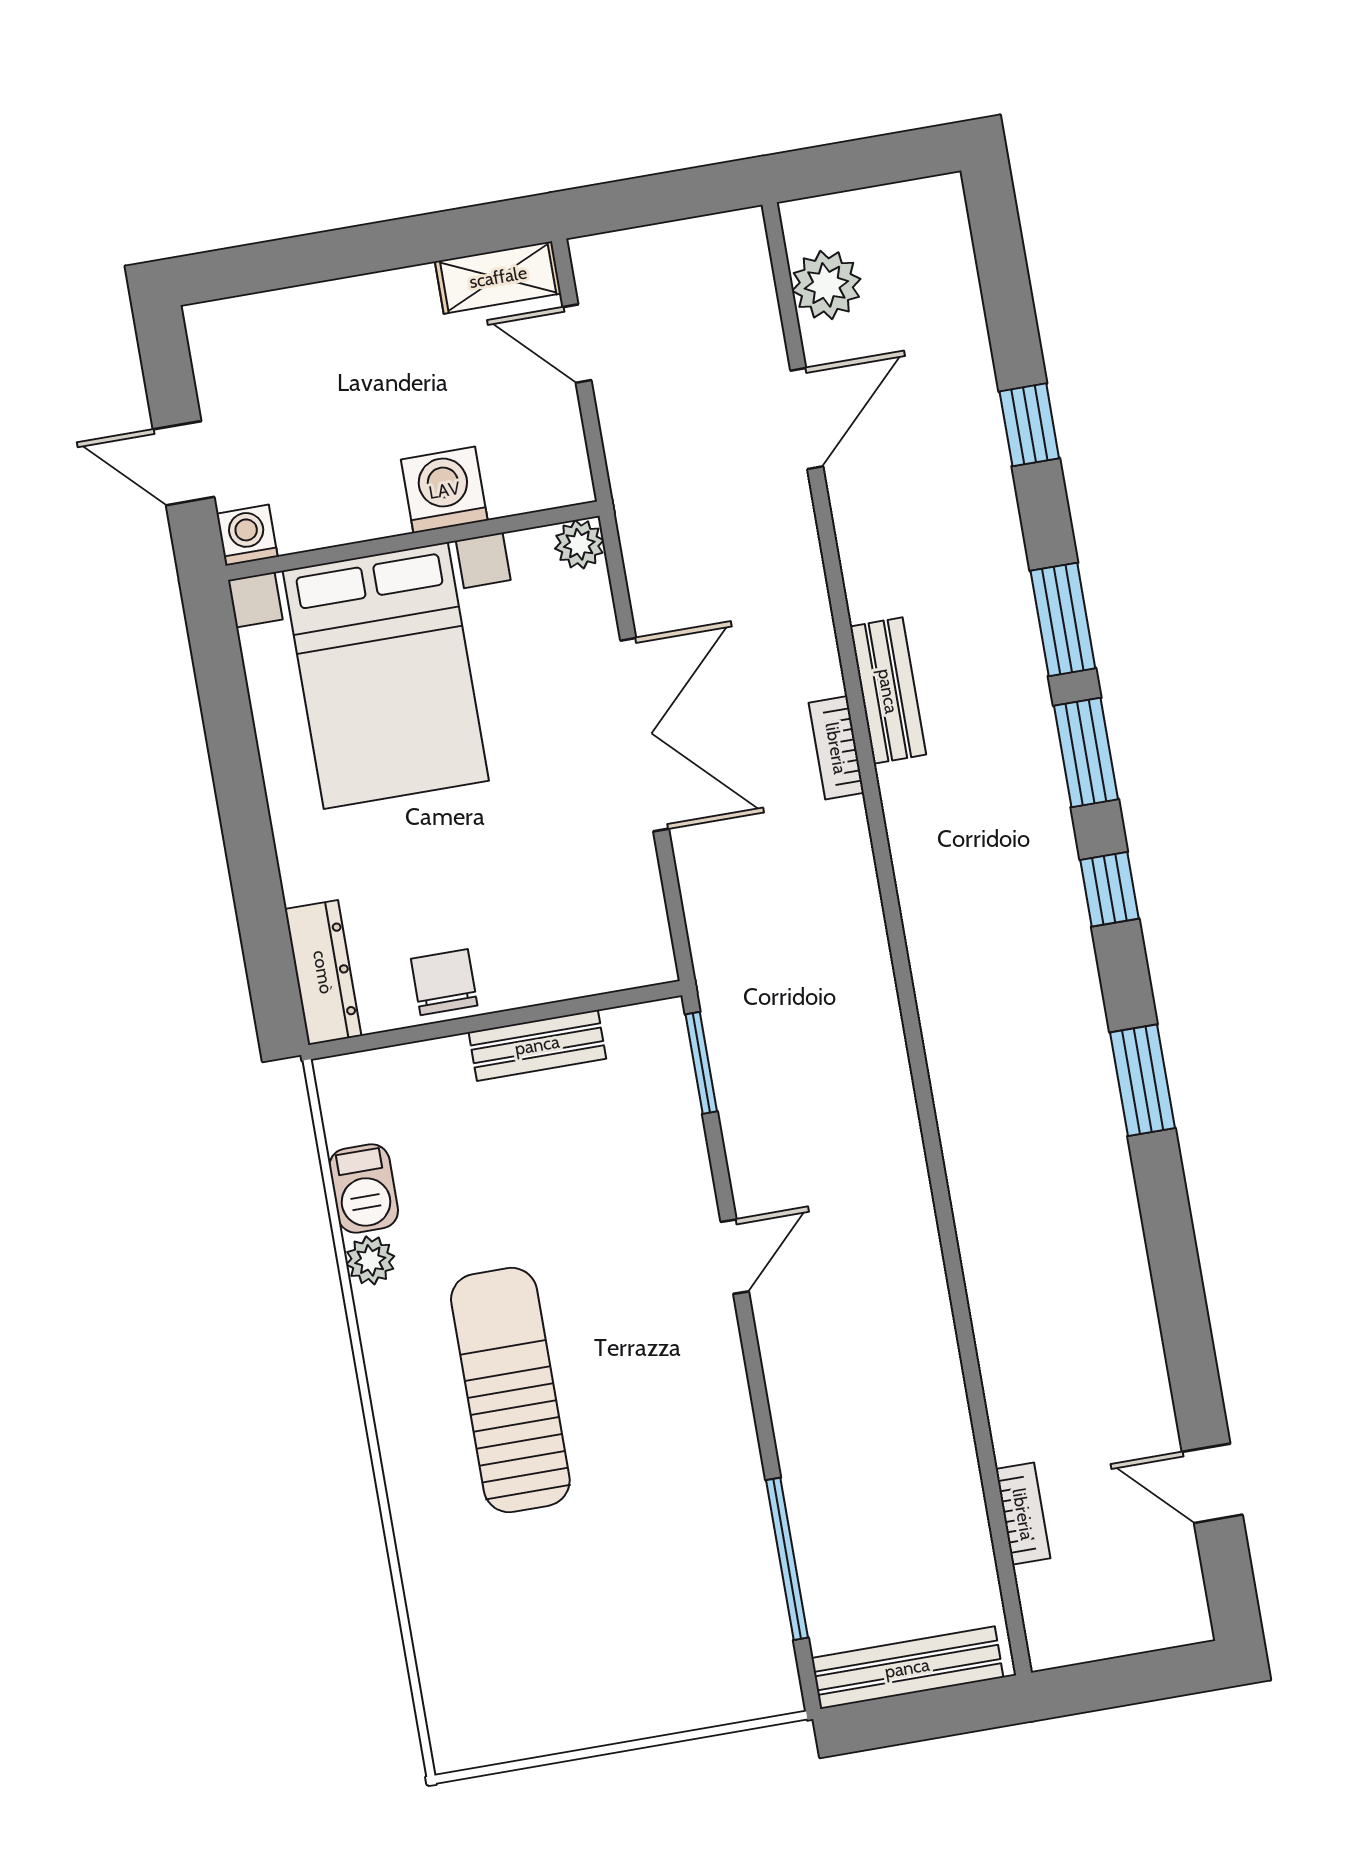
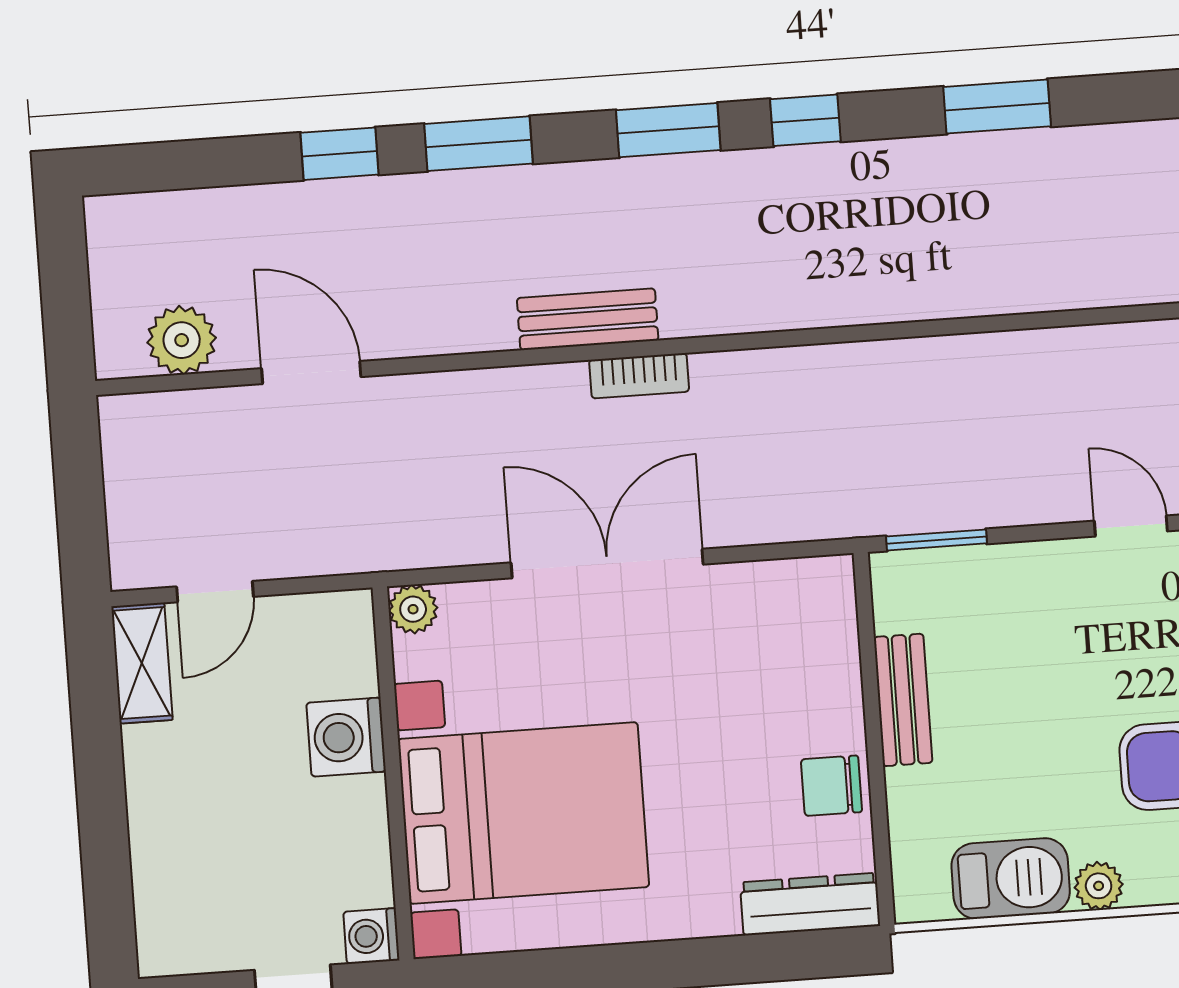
window: (1063, 620) -> (478, 144), moved
barbecue: (364, 1188) -> (1011, 879), width x1.38, depth x1.27

